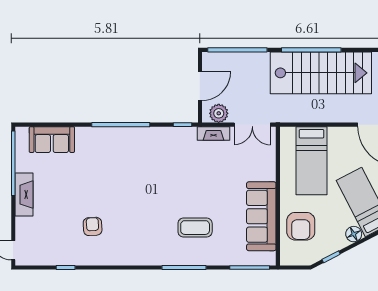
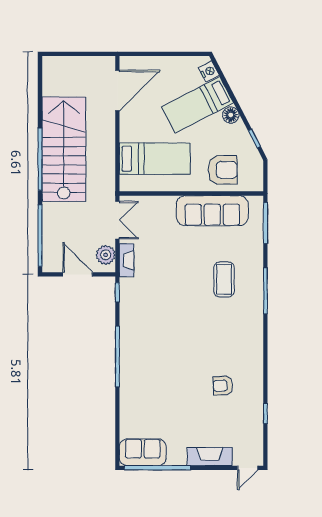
sofa: (52, 140) -> (143, 452), moved, turned -90
fireplace: (24, 195) -> (210, 457), moved

